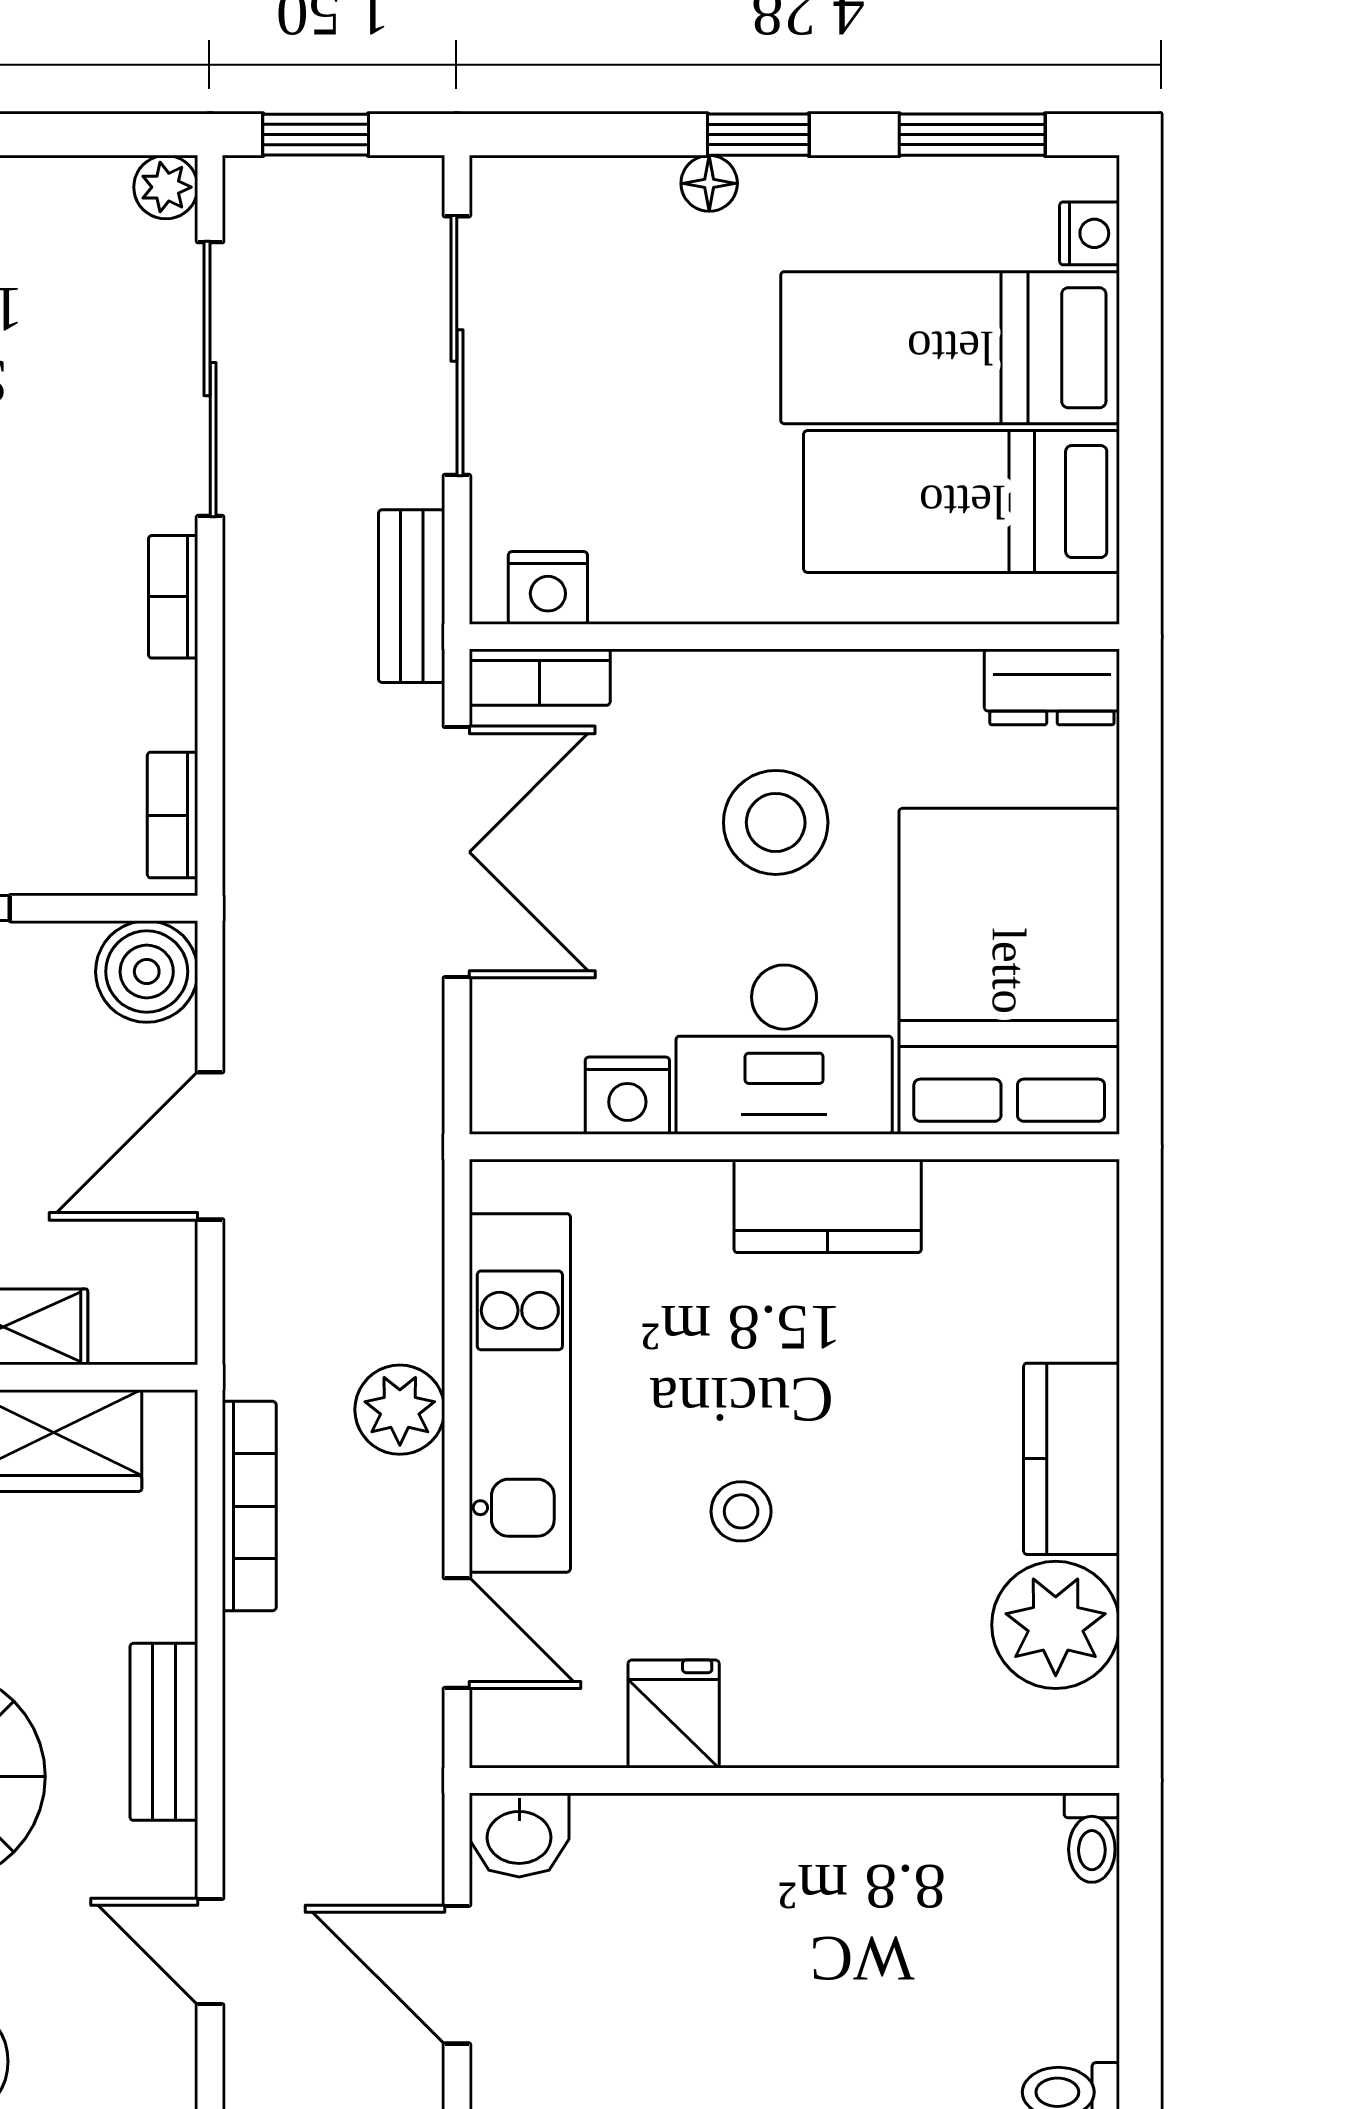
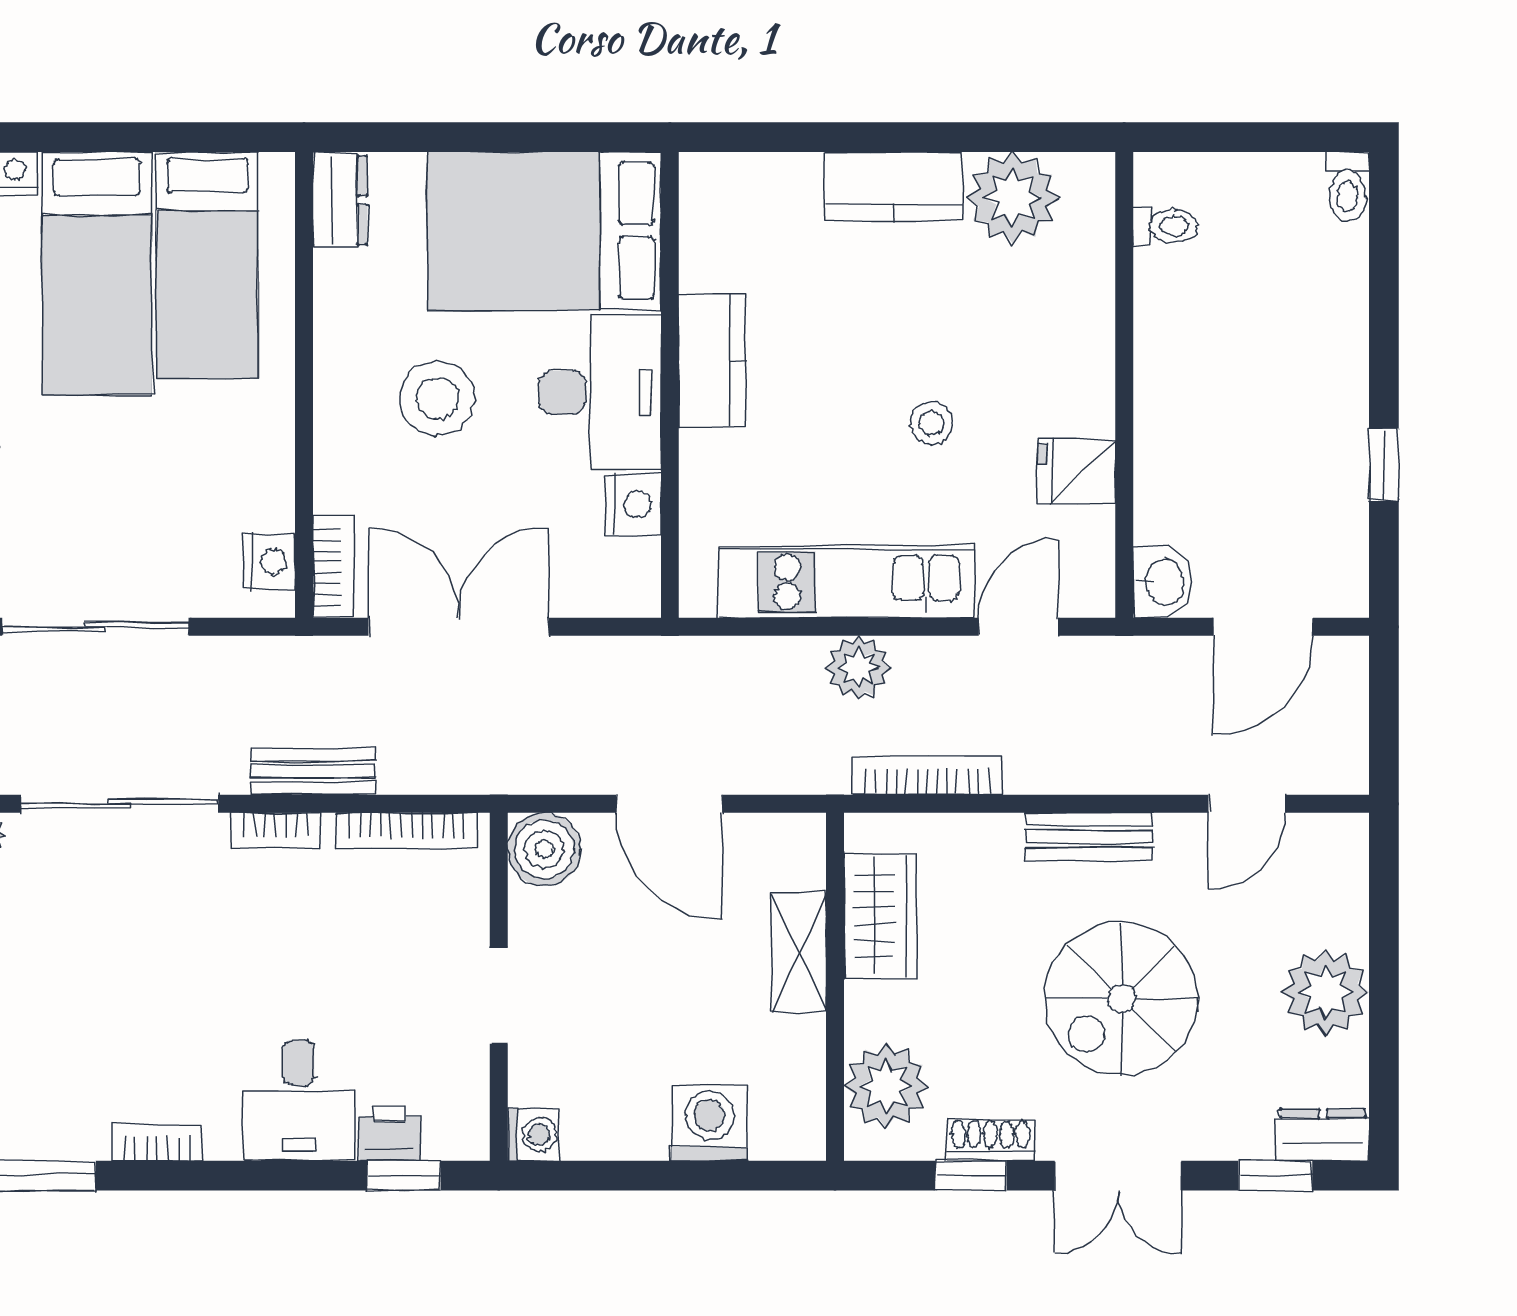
bench: (412, 596) -> (313, 771), moved
bookcase: (173, 815) -> (407, 831), width x1.56
toilet: (1092, 1838) -> (1165, 226), moved

